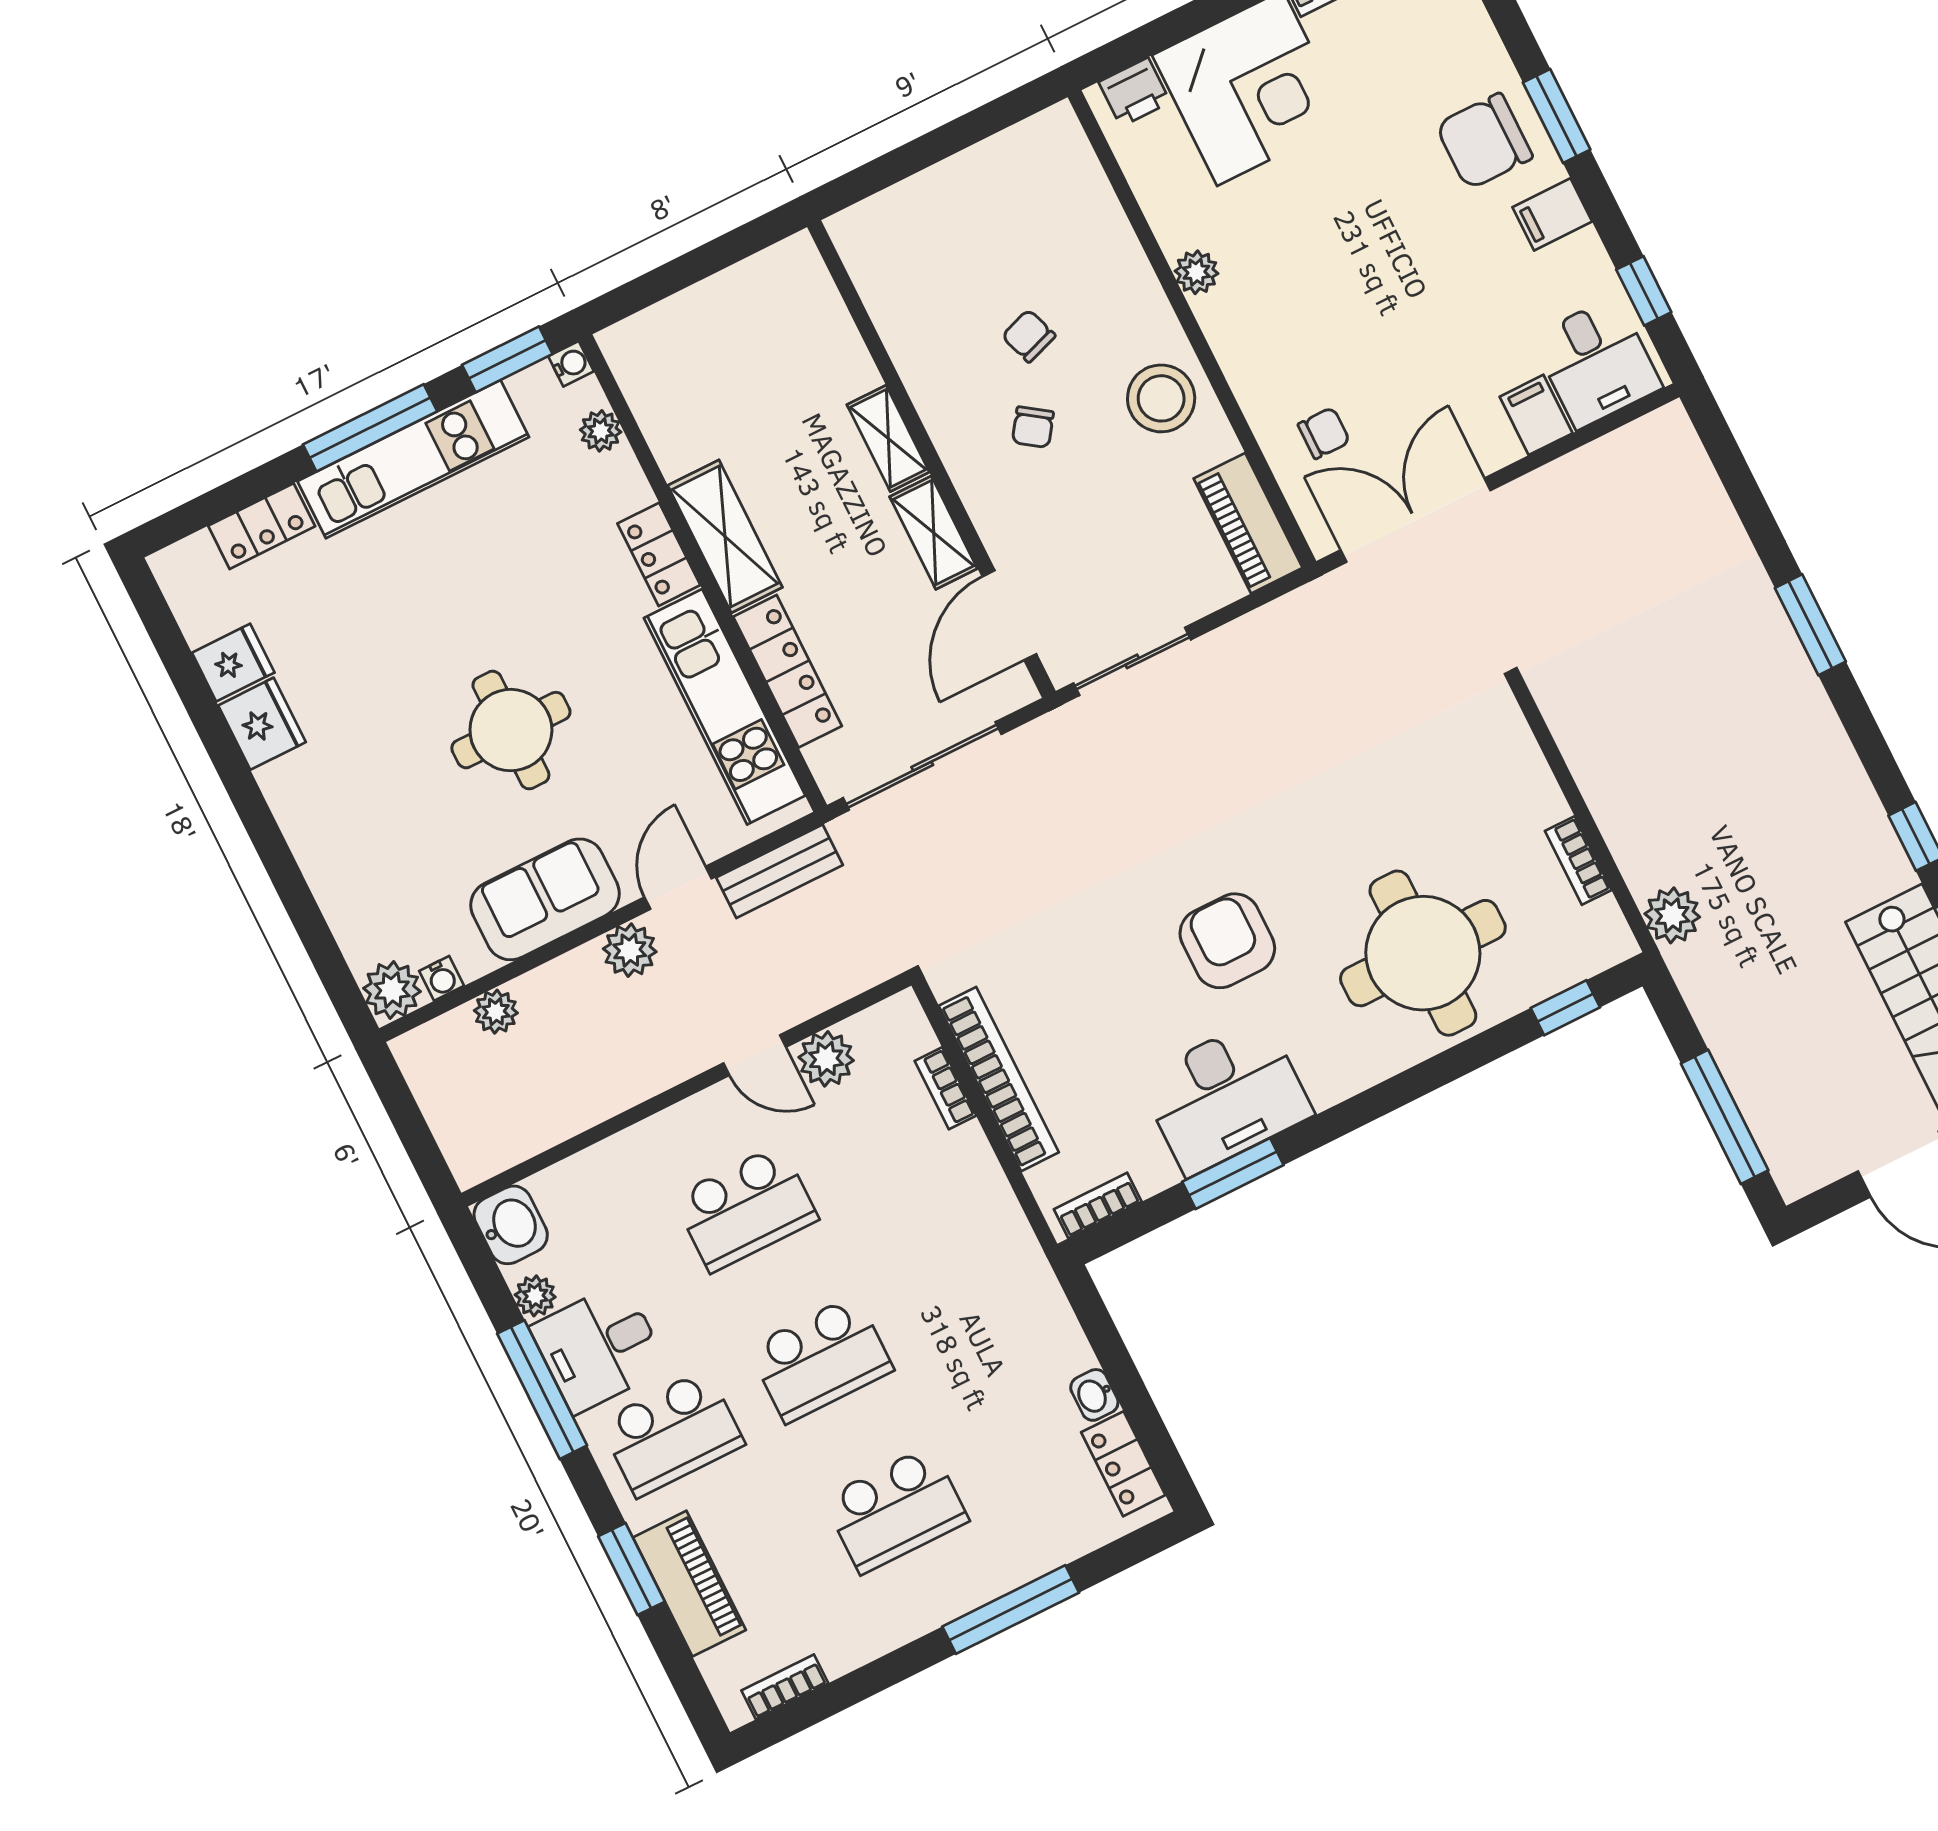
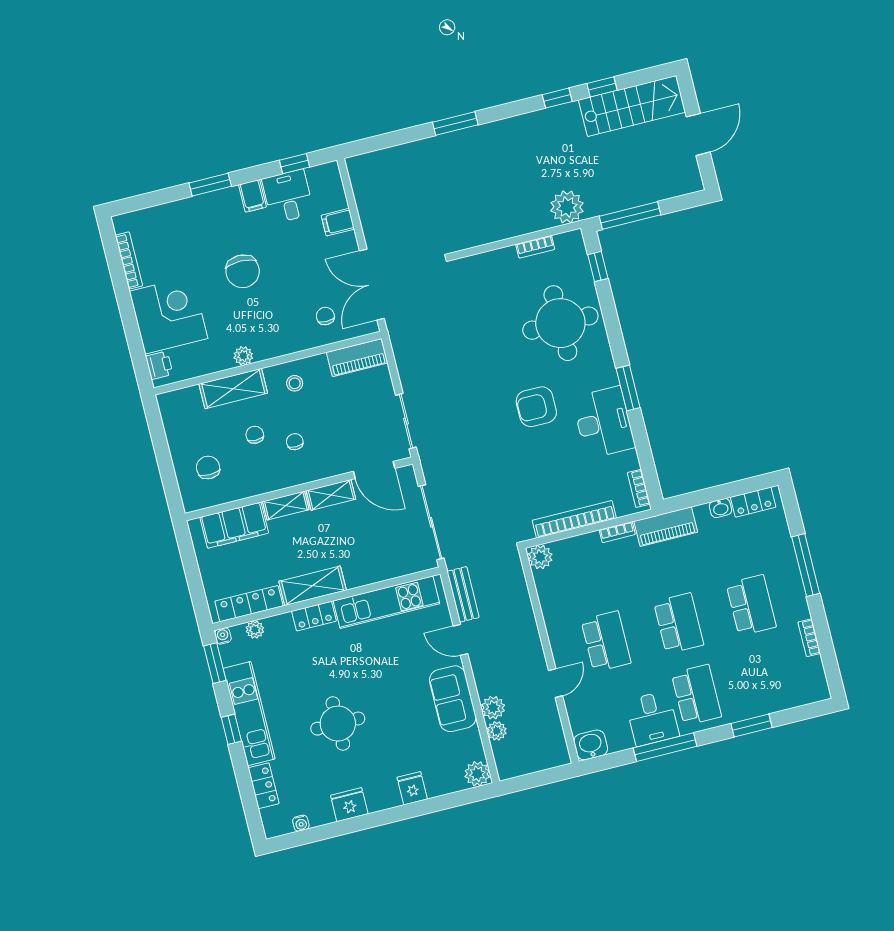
chair: (1484, 141) -> (243, 271), moved
chair: (934, 249) -> (208, 468), added
shelving: (1120, 266) -> (233, 389), added
filing cabinet: (820, 335) -> (234, 525), added
chair: (1029, 336) -> (255, 435), turned 109
desk: (1597, 362) -> (288, 196), moved, turned -90
stool: (1161, 398) -> (295, 383), width x0.53, depth x0.53
chair: (1033, 427) -> (295, 442), turned -125
window: (370, 428) -> (231, 729), width x0.46
fridge: (233, 663) -> (412, 788), moved
locker: (788, 671) -> (249, 604), moved
round table: (511, 730) -> (338, 724), moved
plant: (1672, 915) -> (567, 207), width x1.36, depth x1.36
plant: (630, 950) -> (493, 708), moved
water cooler: (442, 978) -> (301, 823), moved, turned 90
door: (755, 1055) -> (556, 683), moved
plant: (826, 1059) -> (540, 557), moved
bookcase: (945, 1088) -> (617, 532), moved
window: (1725, 1117) -> (630, 216), moved
window: (1233, 1173) -> (628, 388), moved
plant: (535, 1296) -> (624, 741), removed
piano: (689, 1584) -> (666, 527), moved, turned 180
bookcase: (785, 1687) -> (809, 638), moved

